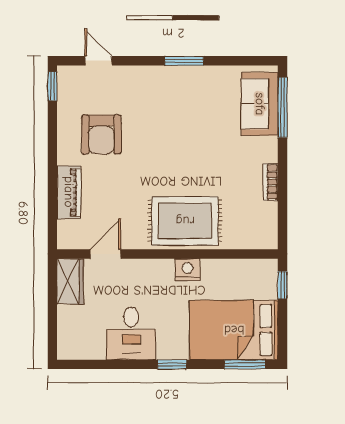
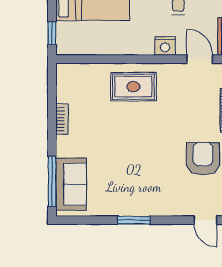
rug: (185, 221) -> (133, 87), width x0.73, depth x0.70
door: (105, 254) -> (200, 59), swing flipped
nightstand: (187, 270) -> (165, 46), moved

